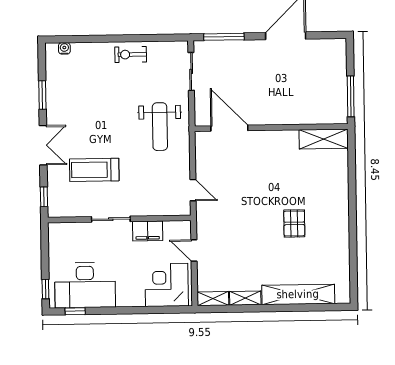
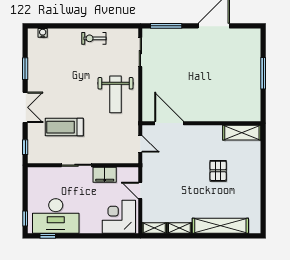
door: (229, 128) -> (169, 123), moved
wall: (271, 128) -> (201, 123), moved
shelving: (324, 139) -> (242, 133), moved

